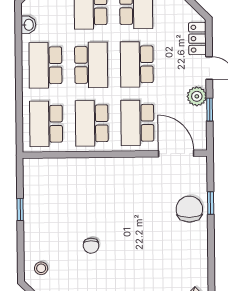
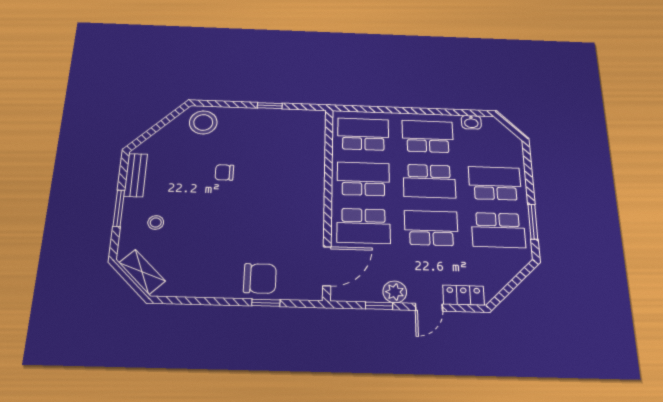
school desk: (137, 123) -> (364, 226), turned 180
stool: (41, 268) -> (203, 122), width x1.89, depth x1.89

